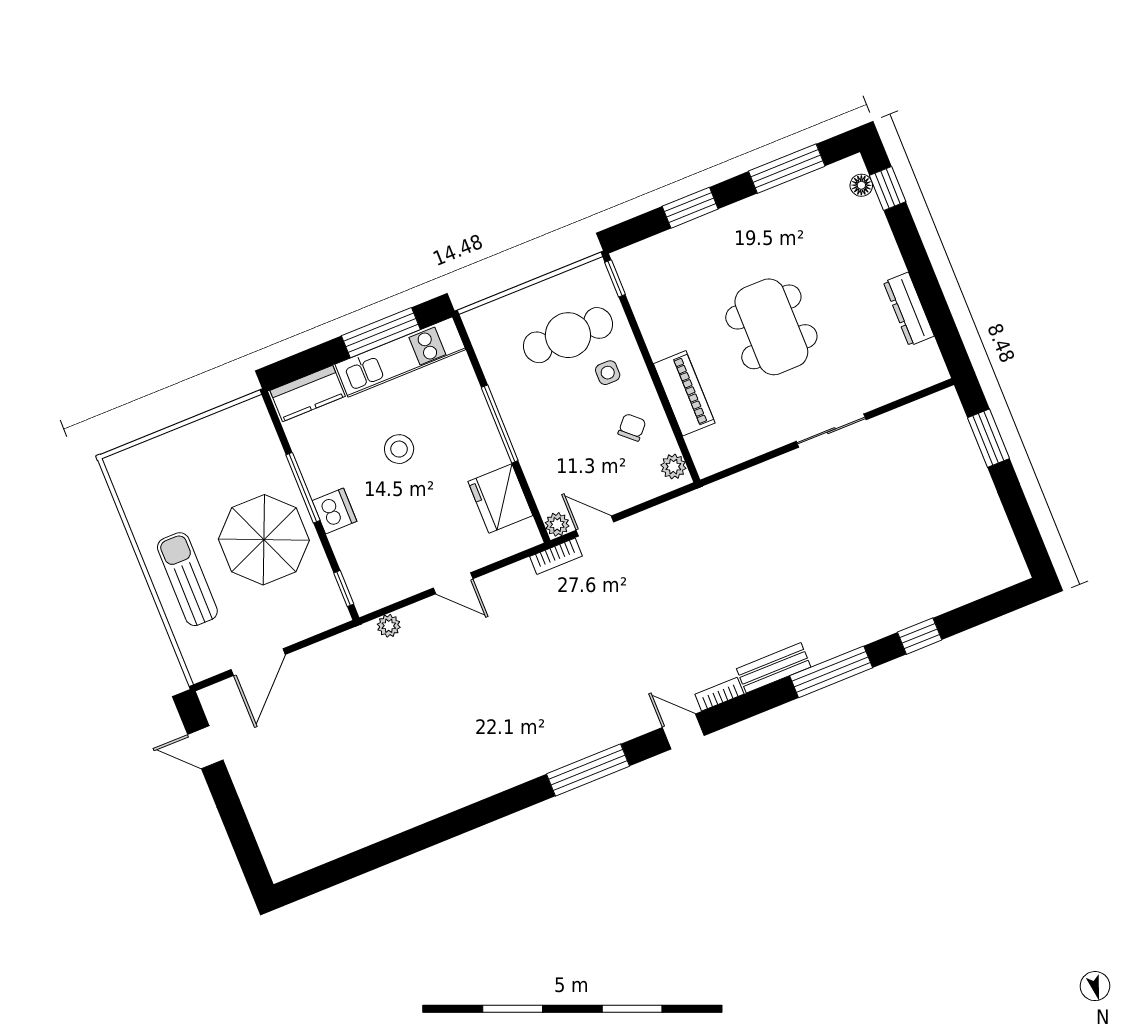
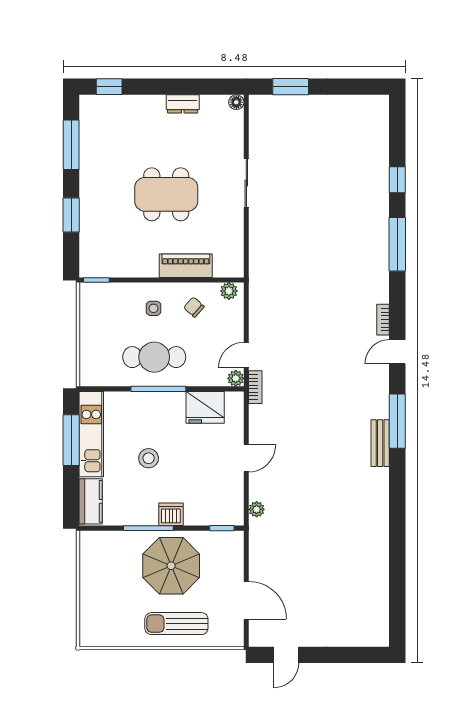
floor lamp: (861, 185) -> (236, 102), moved
dresser: (909, 309) -> (183, 104), width x0.70
cafe table: (568, 335) -> (154, 357), moved, turned 90
bench: (774, 668) -> (380, 443), moved

